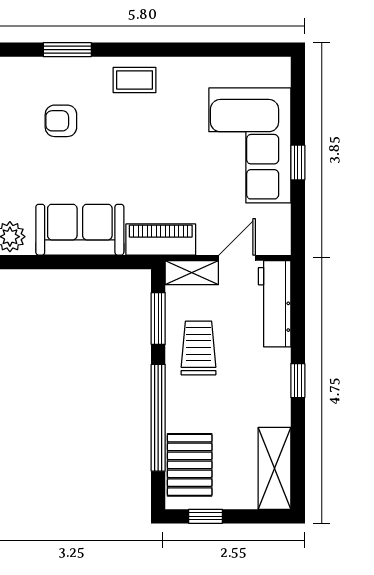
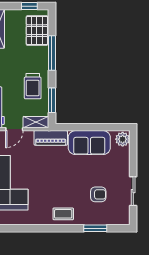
window: (158, 418) -> (52, 53), width x0.68

